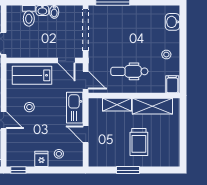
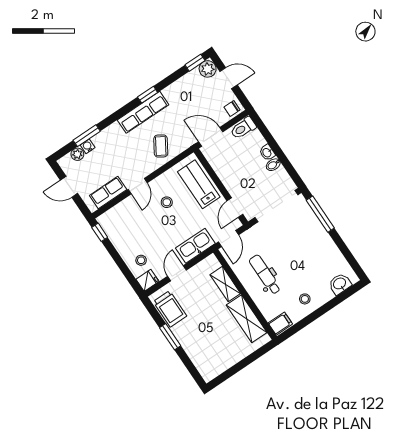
toilet: (29, 16) -> (243, 128), moved
trolley: (139, 142) -> (170, 309), moved, turned -90
fridge: (41, 159) -> (148, 280), moved

